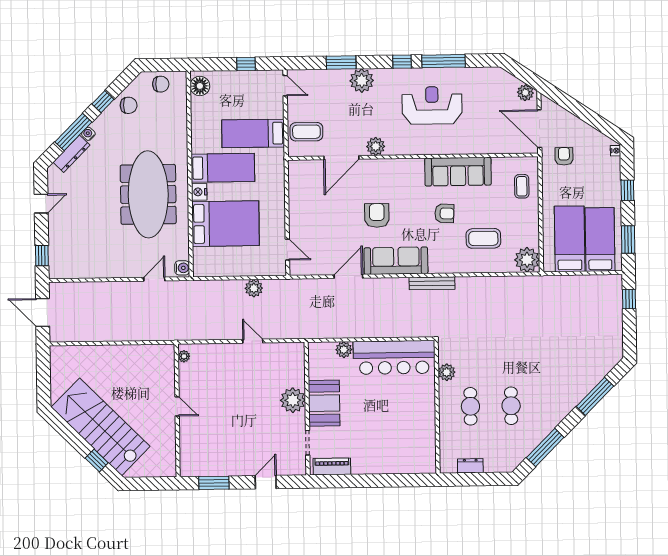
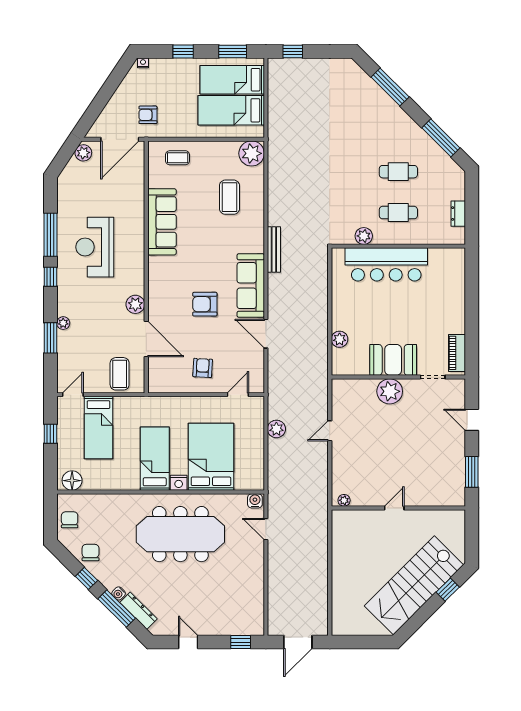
plant: (362, 81) -> (63, 323), width x0.53, depth x0.53
bed: (253, 133) -> (98, 428), moved
armchair: (444, 213) -> (203, 368), moved
bar counter: (394, 357) -> (386, 264), moved, turned 90

